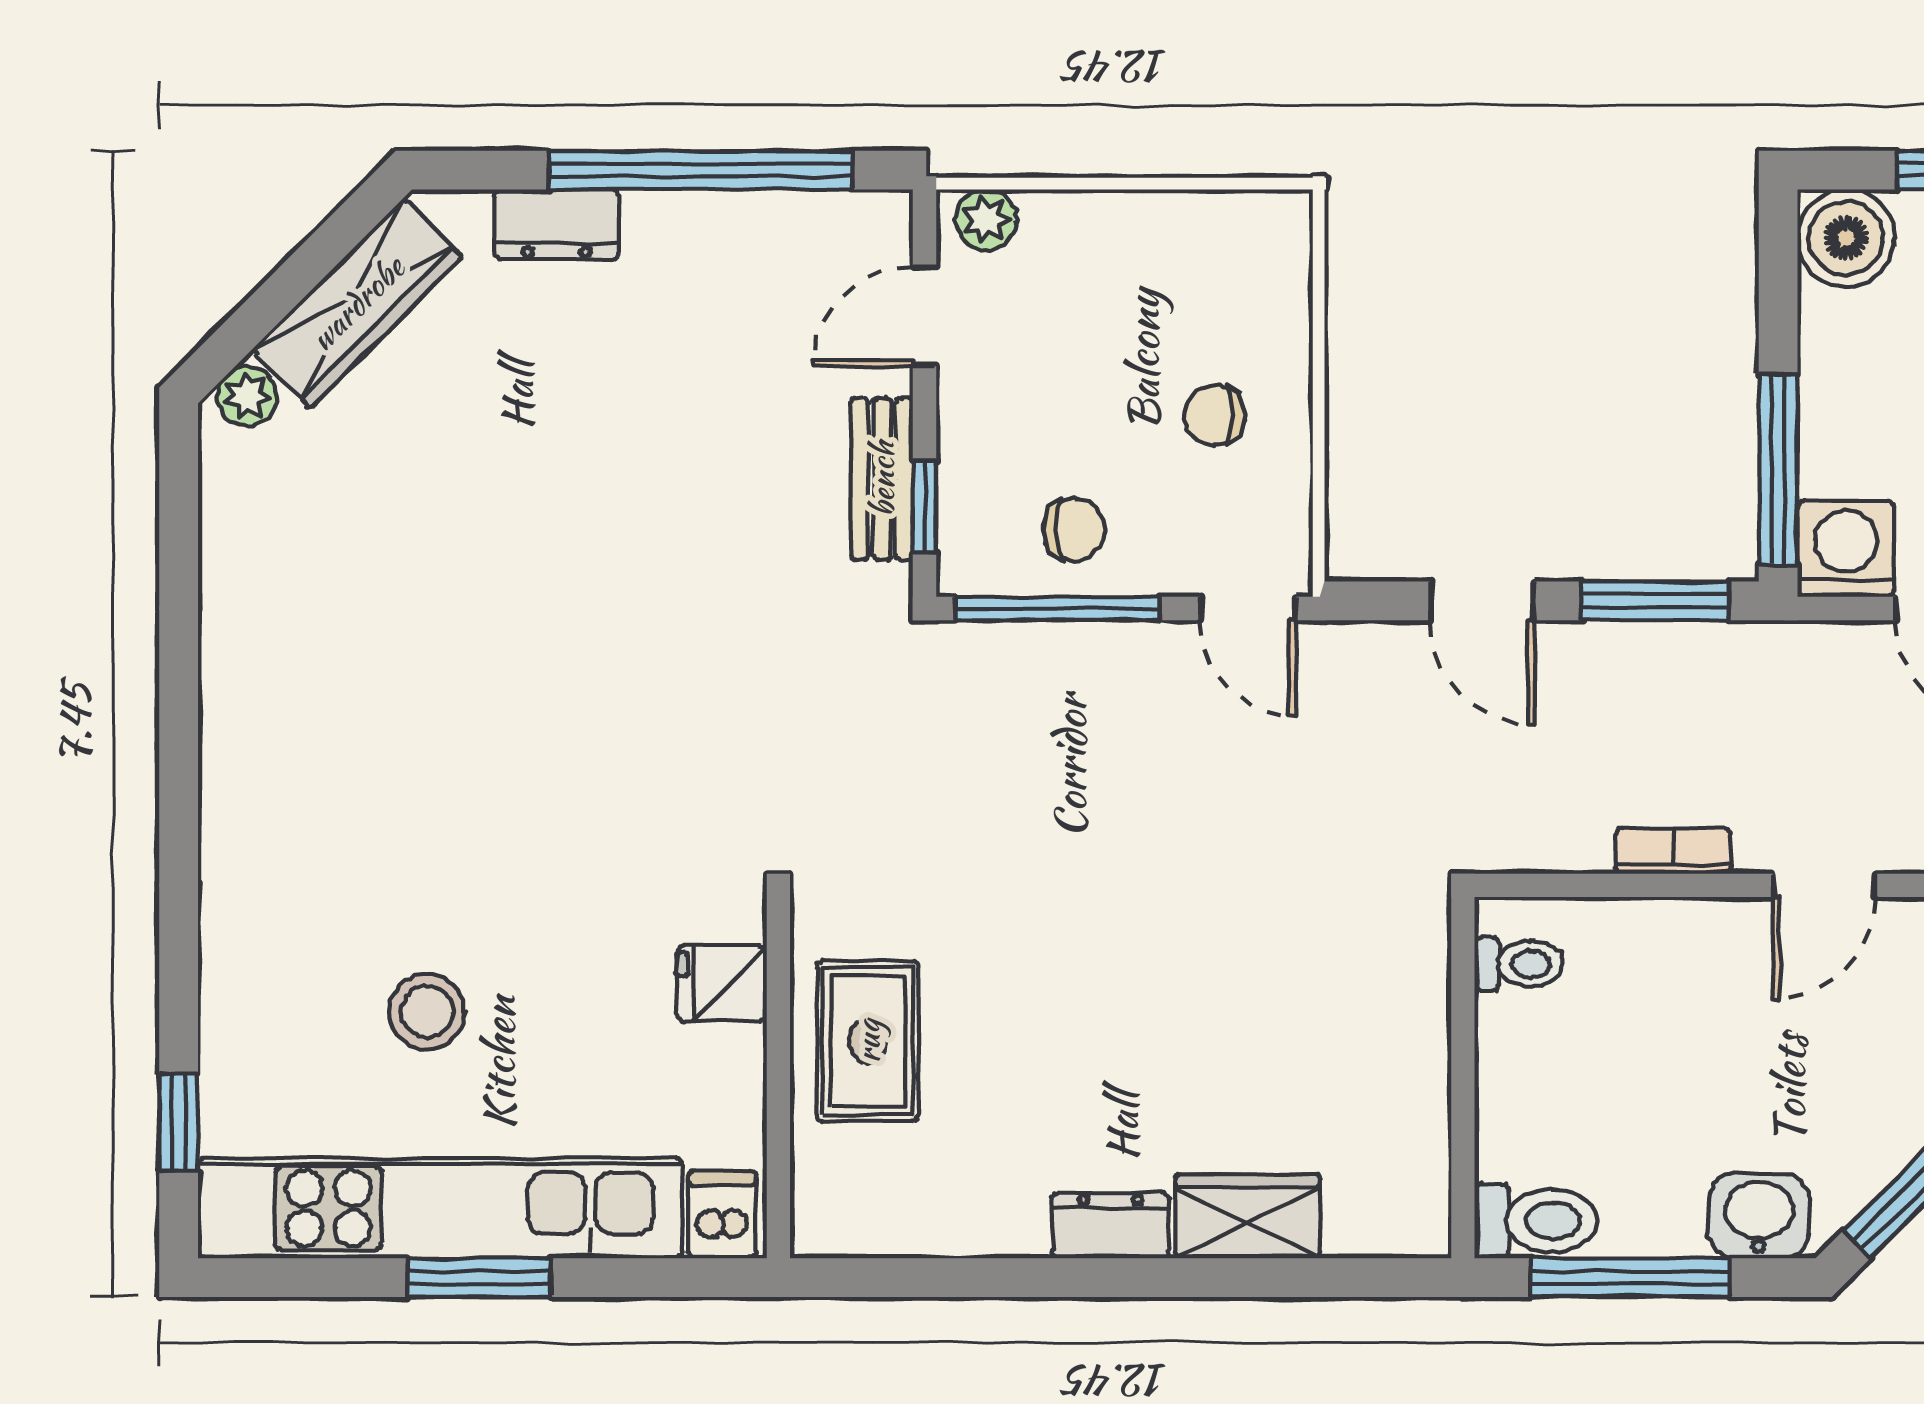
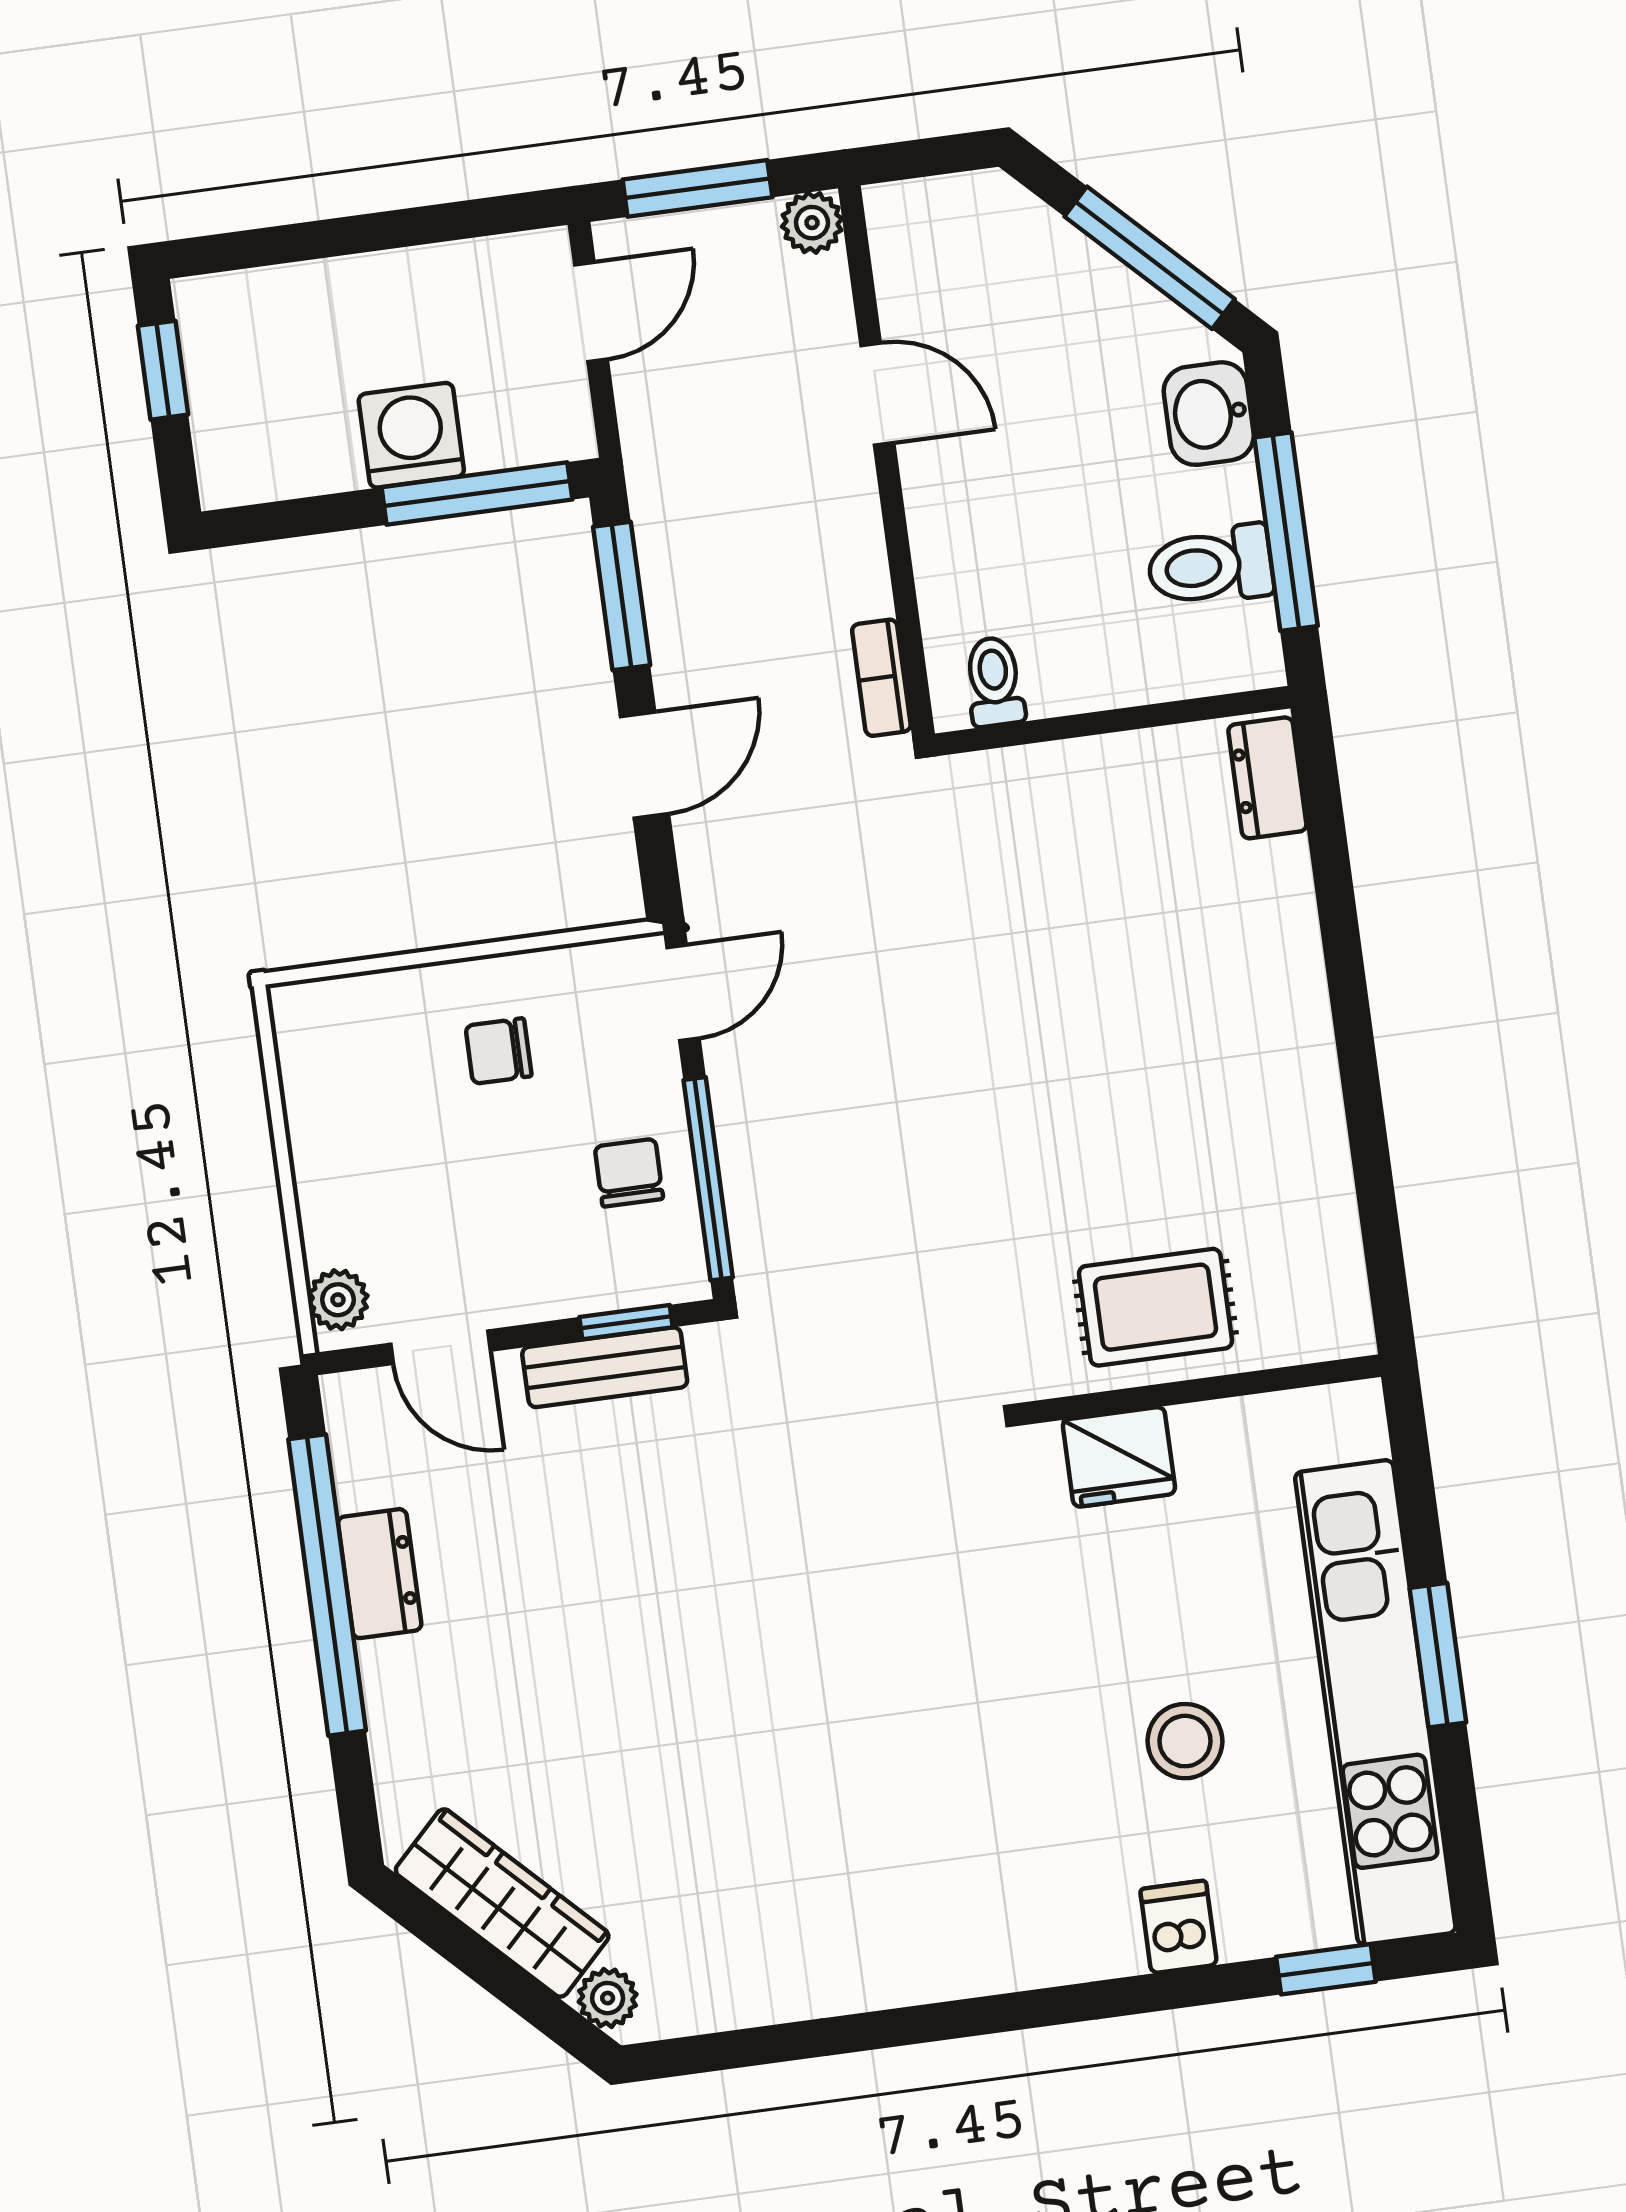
dresser: (557, 225) -> (380, 1574), moved
boiler: (1846, 238) -> (242, 458), removed
chair: (1214, 415) -> (499, 1051), turned 90
washing machine: (1846, 549) -> (411, 435), moved, turned 90
bookcase: (1673, 851) -> (881, 678), moved
fridge: (722, 984) -> (1119, 1457), width x1.38
dishwasher: (722, 1215) -> (1179, 1927), moved, turned 90
wardrobe: (1247, 1216) -> (1277, 913), removed
toilet: (1536, 1221) -> (1210, 566), moved, turned -90
dresser: (1110, 1225) -> (1267, 778), moved

